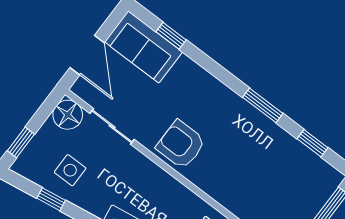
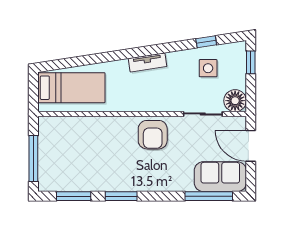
window: (171, 36) -> (209, 196), width x2.17
window: (312, 143) -> (74, 196), width x1.50
armchair: (181, 145) -> (153, 135), turned 90

